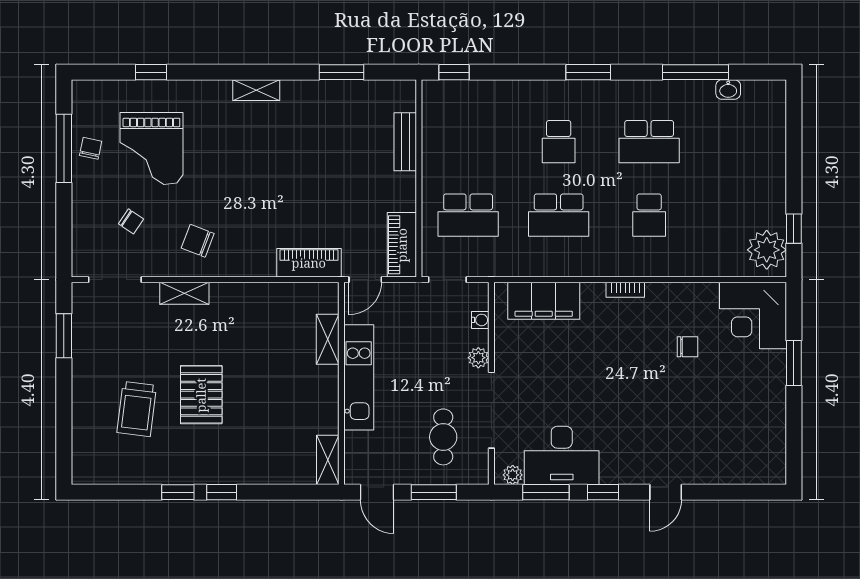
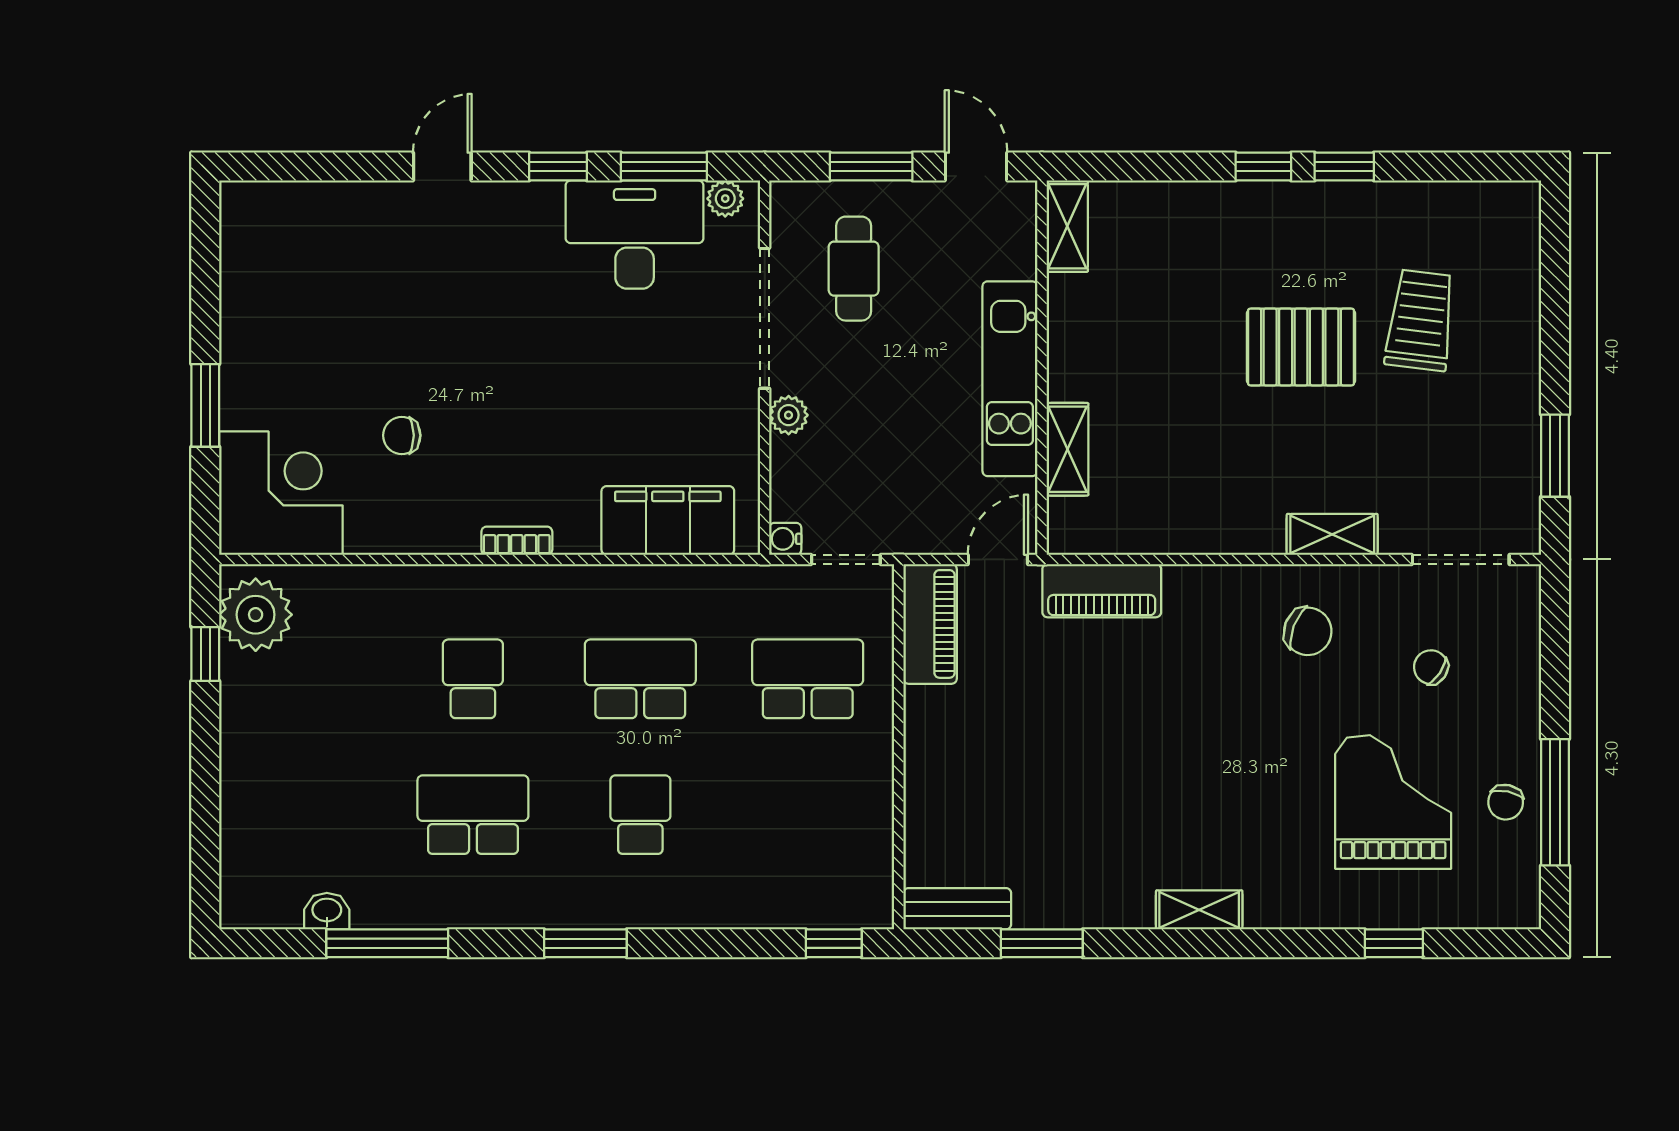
bench: (405, 142) -> (957, 909), moved, turned 90
water cooler: (480, 320) -> (785, 539), moved
pallet: (201, 395) -> (1301, 347), turned 90

